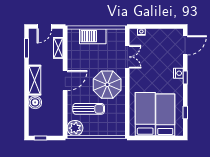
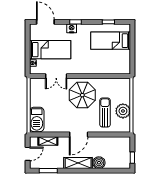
door: (44, 26) -> (28, 154), hinge flipped
barbecue: (93, 36) -> (37, 119), moved
double door: (127, 57) -> (56, 76), swing flipped
door: (65, 81) -> (79, 135), swing flipped
bed: (145, 114) -> (50, 50), moved, turned 180
plant: (75, 128) -> (123, 111), moved

